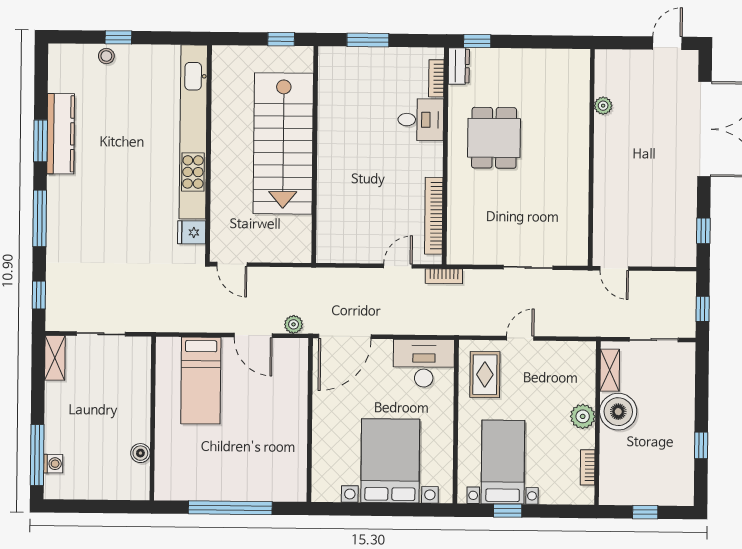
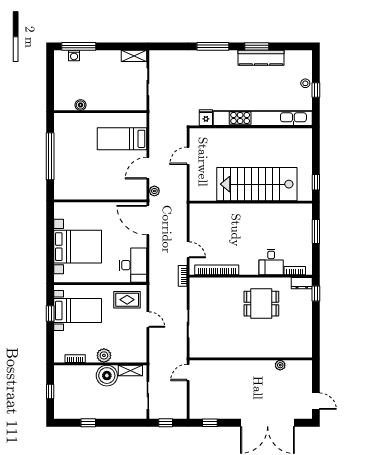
kitchen unit: (193, 132) -> (263, 118), moved
wall: (209, 153) -> (251, 127), moved
fridge: (192, 232) -> (206, 118), moved
window: (39, 295) -> (169, 46), removed

